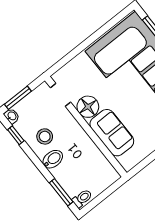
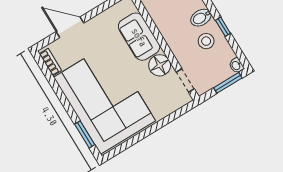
window: (16, 135) -> (223, 27), moved

